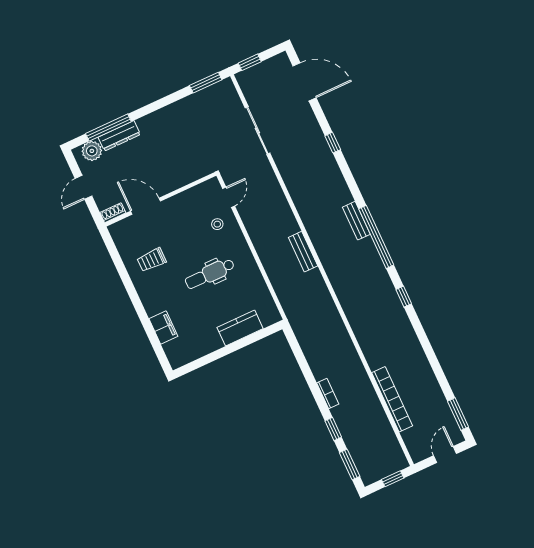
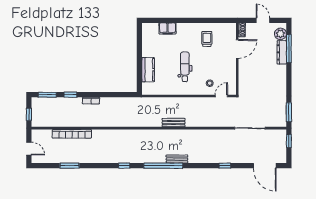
door: (305, 82) -> (265, 166), hinge flipped
door: (229, 197) -> (221, 96), swing flipped
window: (458, 414) -> (69, 166), moved

